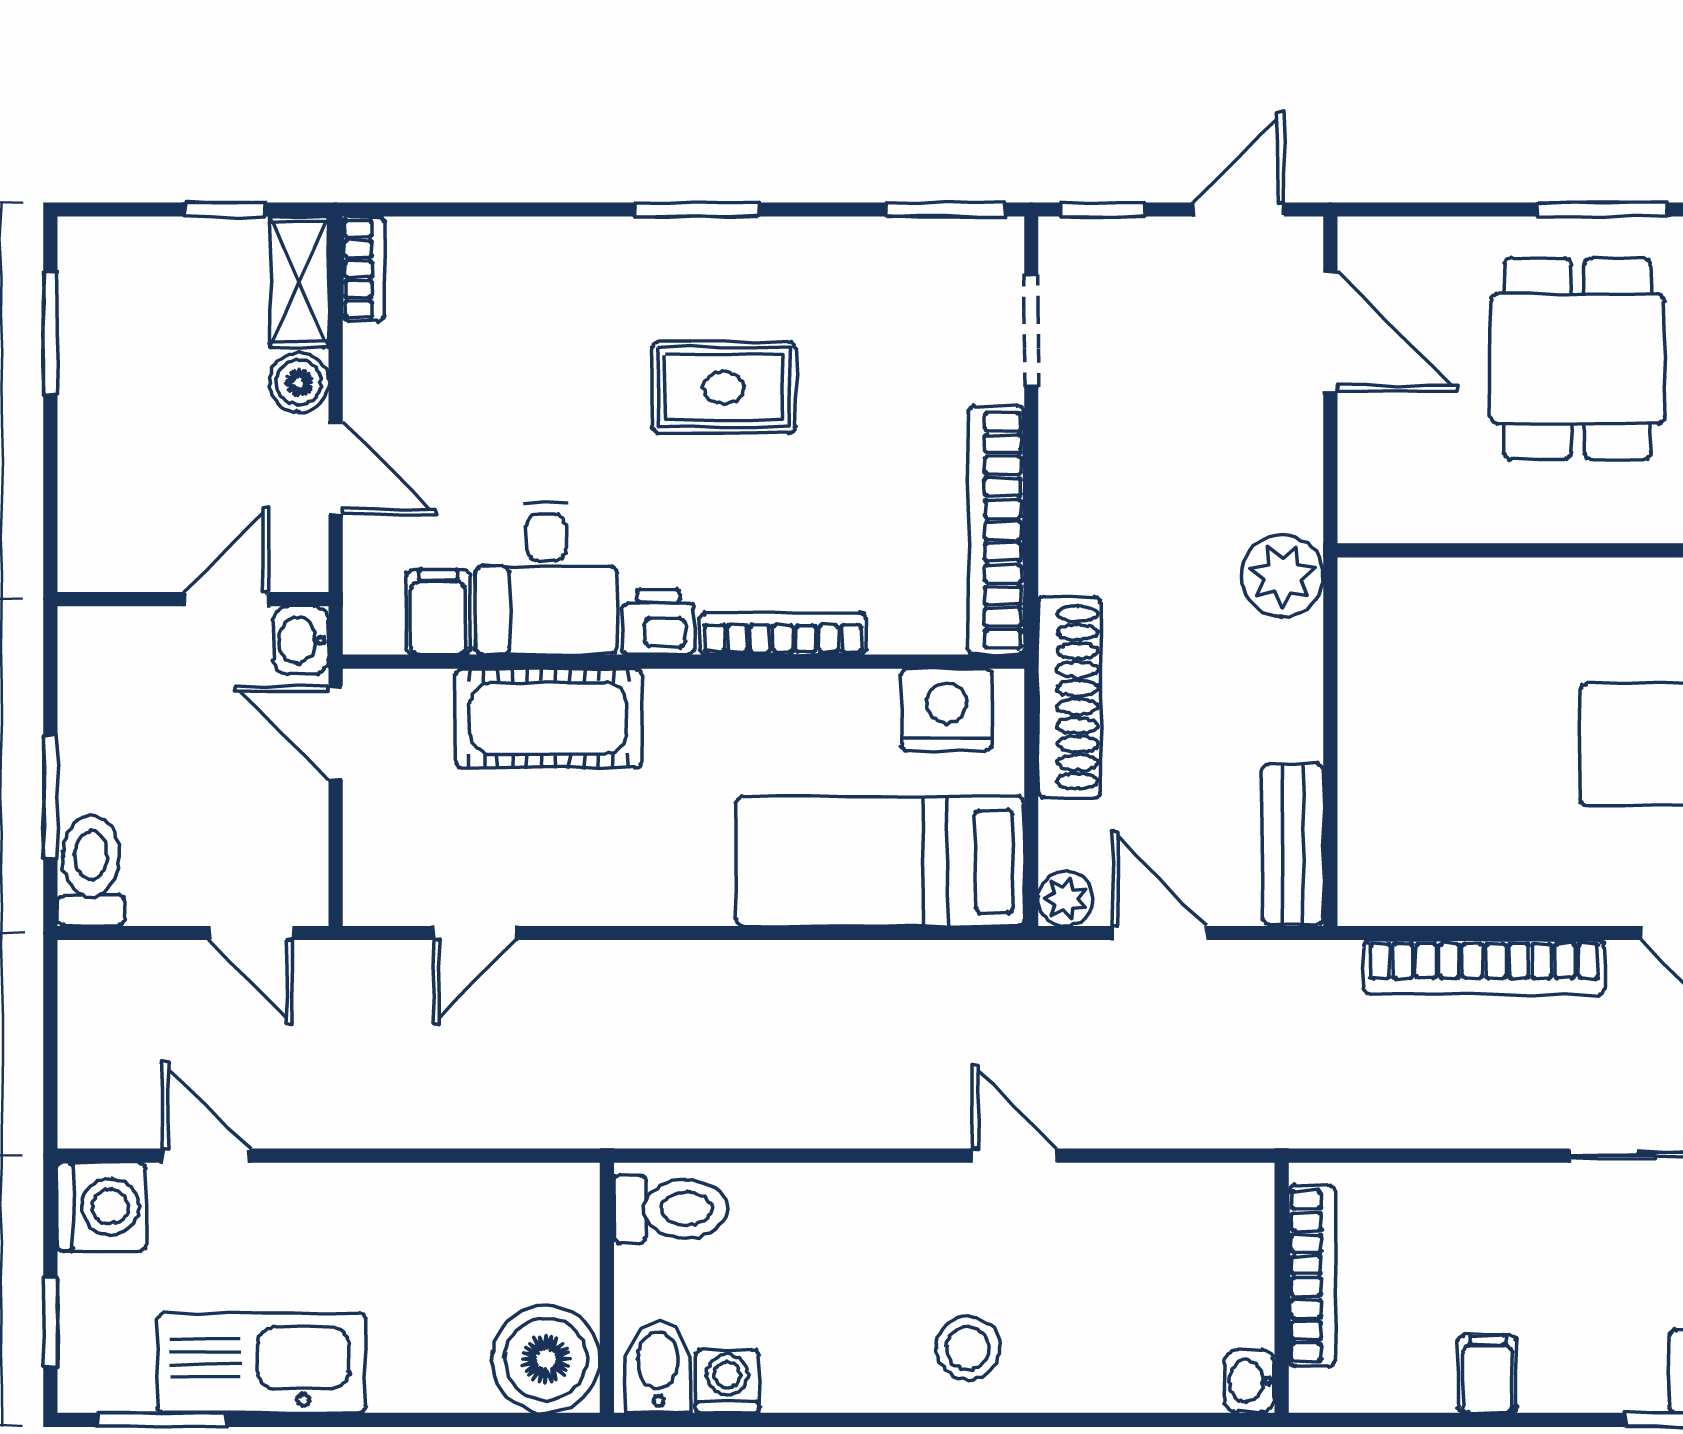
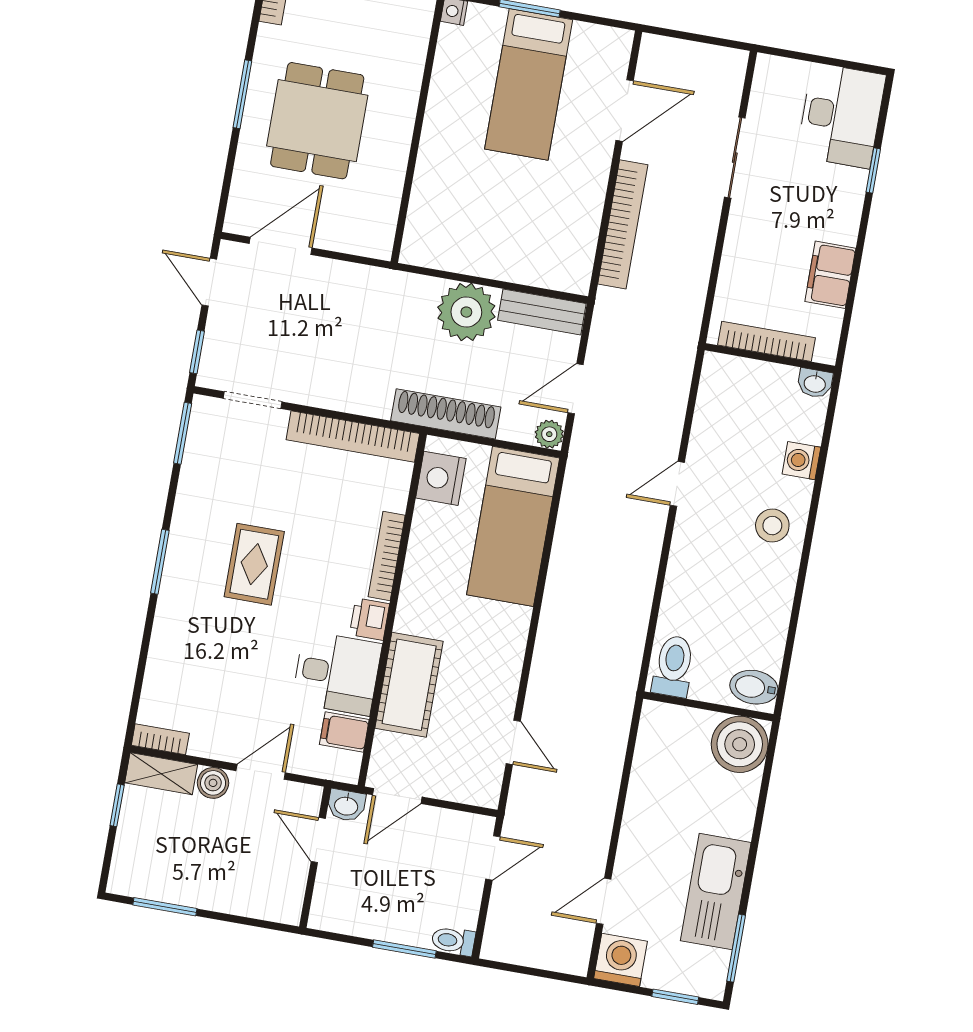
dining table: (1578, 359) -> (317, 121), turned 90
plant: (1282, 576) -> (466, 312), moved, width x1.36, depth x1.36
toilet: (91, 871) -> (453, 941), width x0.73, depth x0.72
filing cabinet: (1487, 1374) -> (830, 275), width x2.00
washing machine: (727, 1381) -> (801, 461), moved

